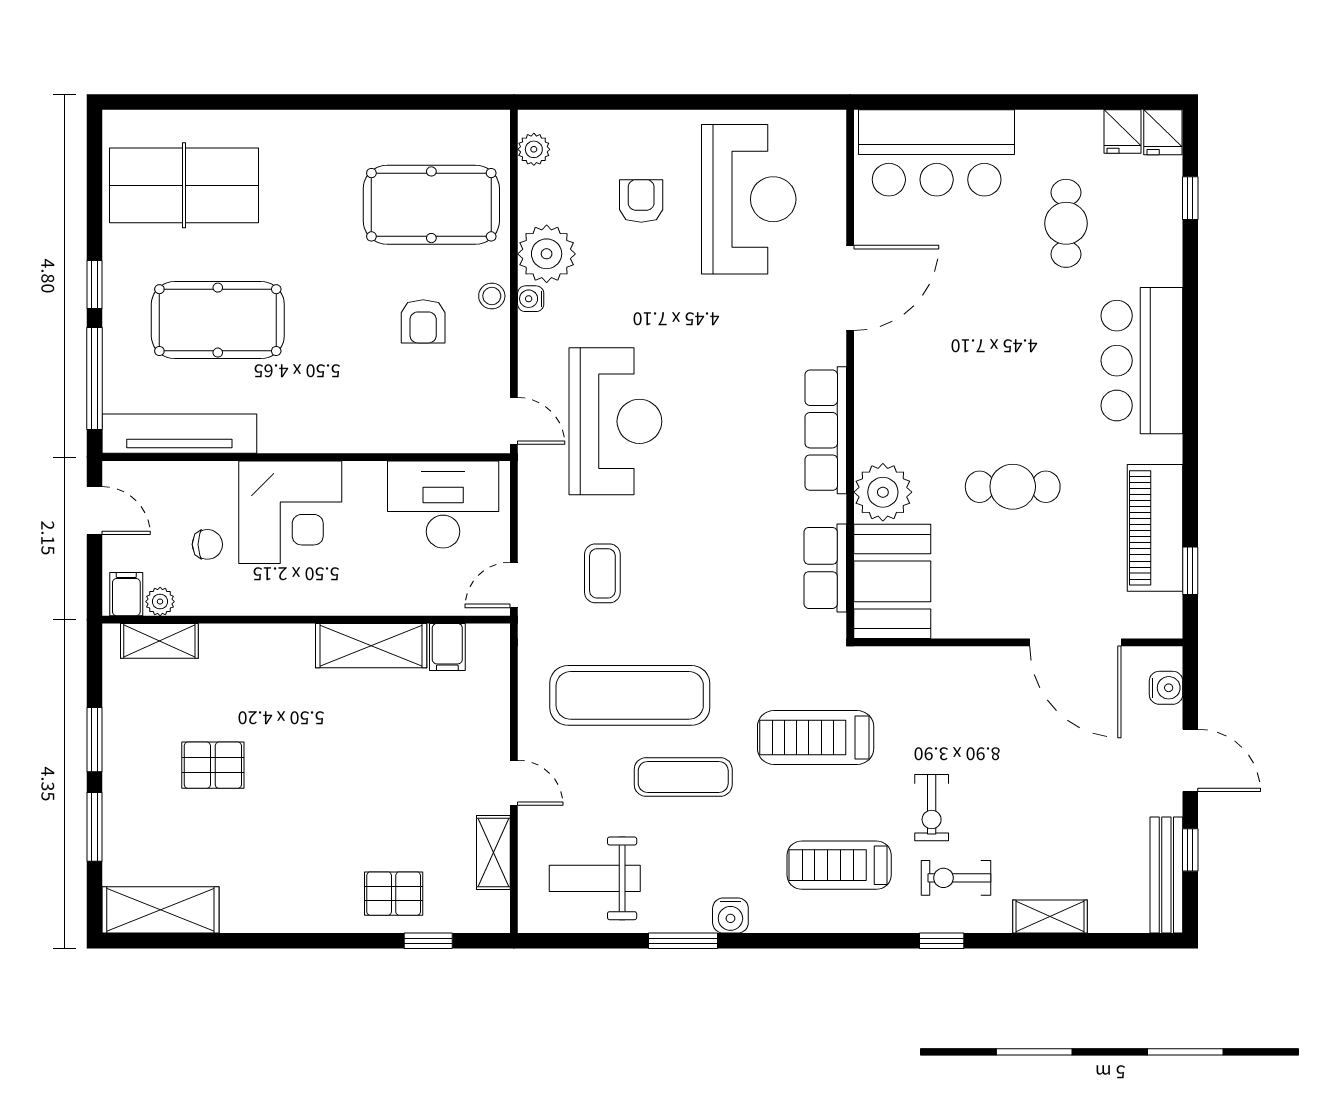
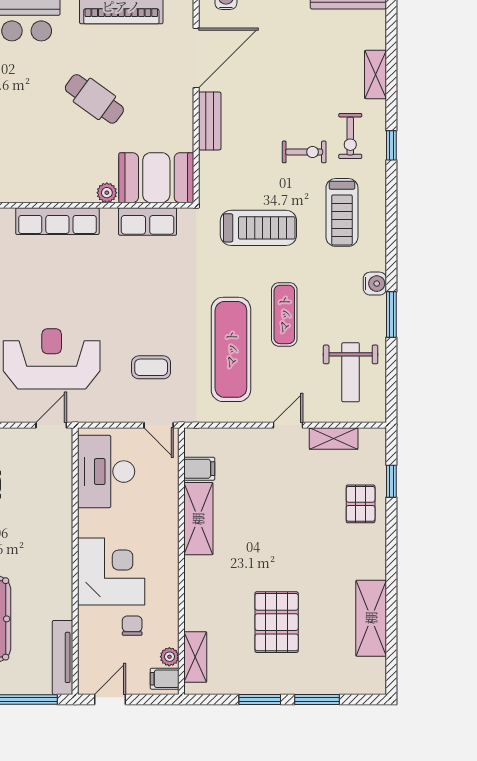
tv unit: (179, 434) -> (63, 657), width x0.73, depth x0.78
cafe table: (1013, 487) -> (94, 99), turned -54
plant: (883, 492) -> (107, 193), width x0.53, depth x0.53
bench: (979, 663) -> (210, 121), added
treadmill: (816, 737) -> (258, 228), turned -90
pallet: (213, 765) -> (277, 622), width x1.50, depth x1.42
shelving: (160, 910) -> (371, 618), moved

